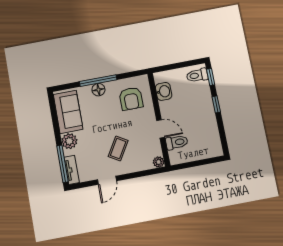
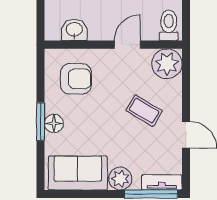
window: (98, 81) -> (41, 122), width x0.69
toilet: (177, 142) -> (169, 25), moved
plant: (159, 162) -> (167, 64), width x1.87, depth x1.87

